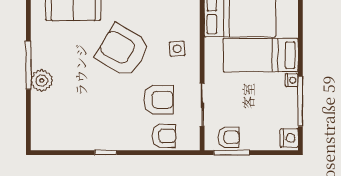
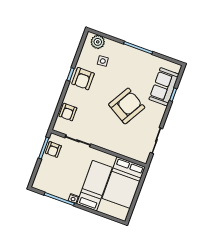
side table: (177, 49) -> (103, 61), moved
plant: (42, 81) -> (98, 42), moved
armchair: (159, 100) -> (83, 79), moved
nightstand: (289, 138) -> (40, 185), removed

